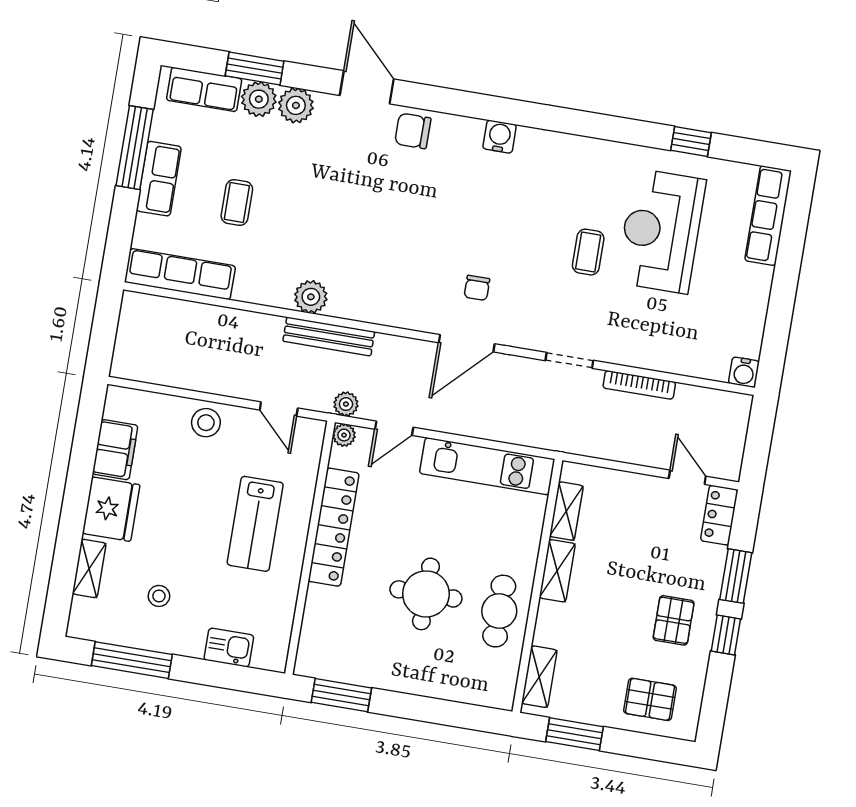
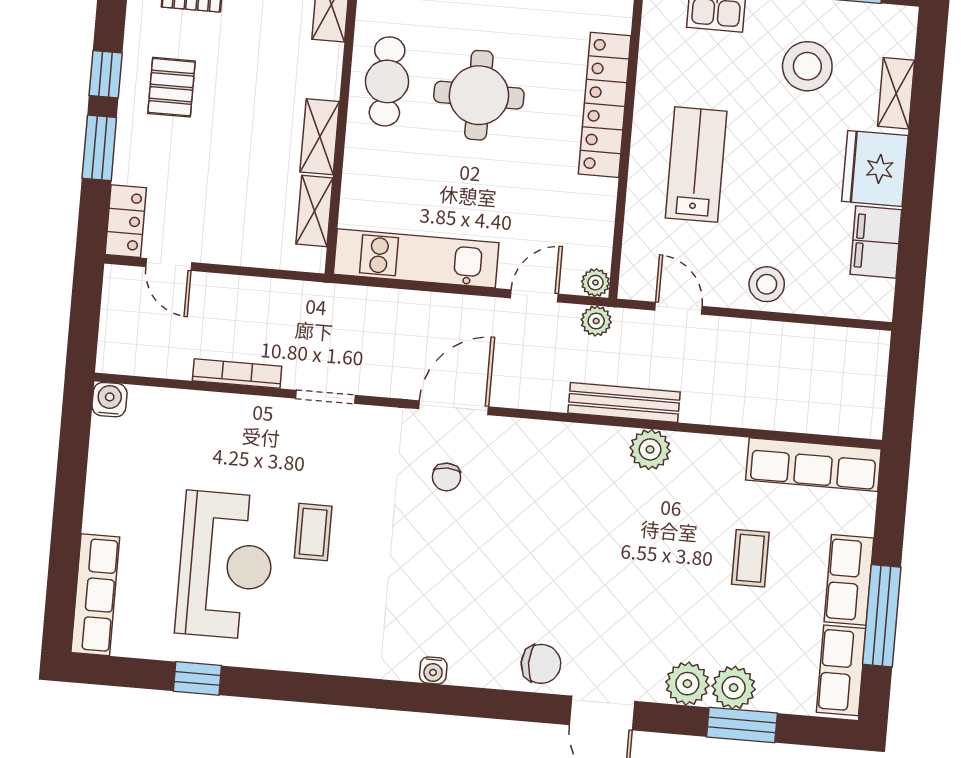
row of seats: (204, 89) -> (841, 670), moved, turned -90
water cooler: (500, 137) -> (433, 670), width x0.72, depth x0.72
chair: (477, 288) -> (447, 477), turned 180
locker: (334, 527) -> (605, 105), moved
stool: (159, 596) -> (807, 66), width x1.89, depth x1.89

